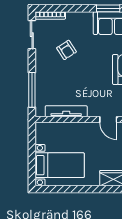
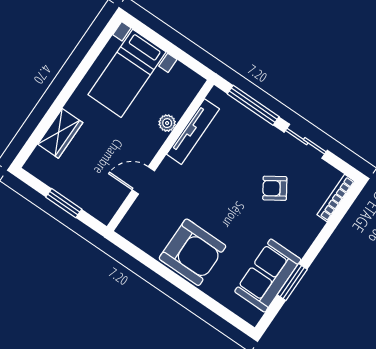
sliding door: (32, 35) -> (306, 141), moved
plant: (71, 127) -> (167, 123), added

